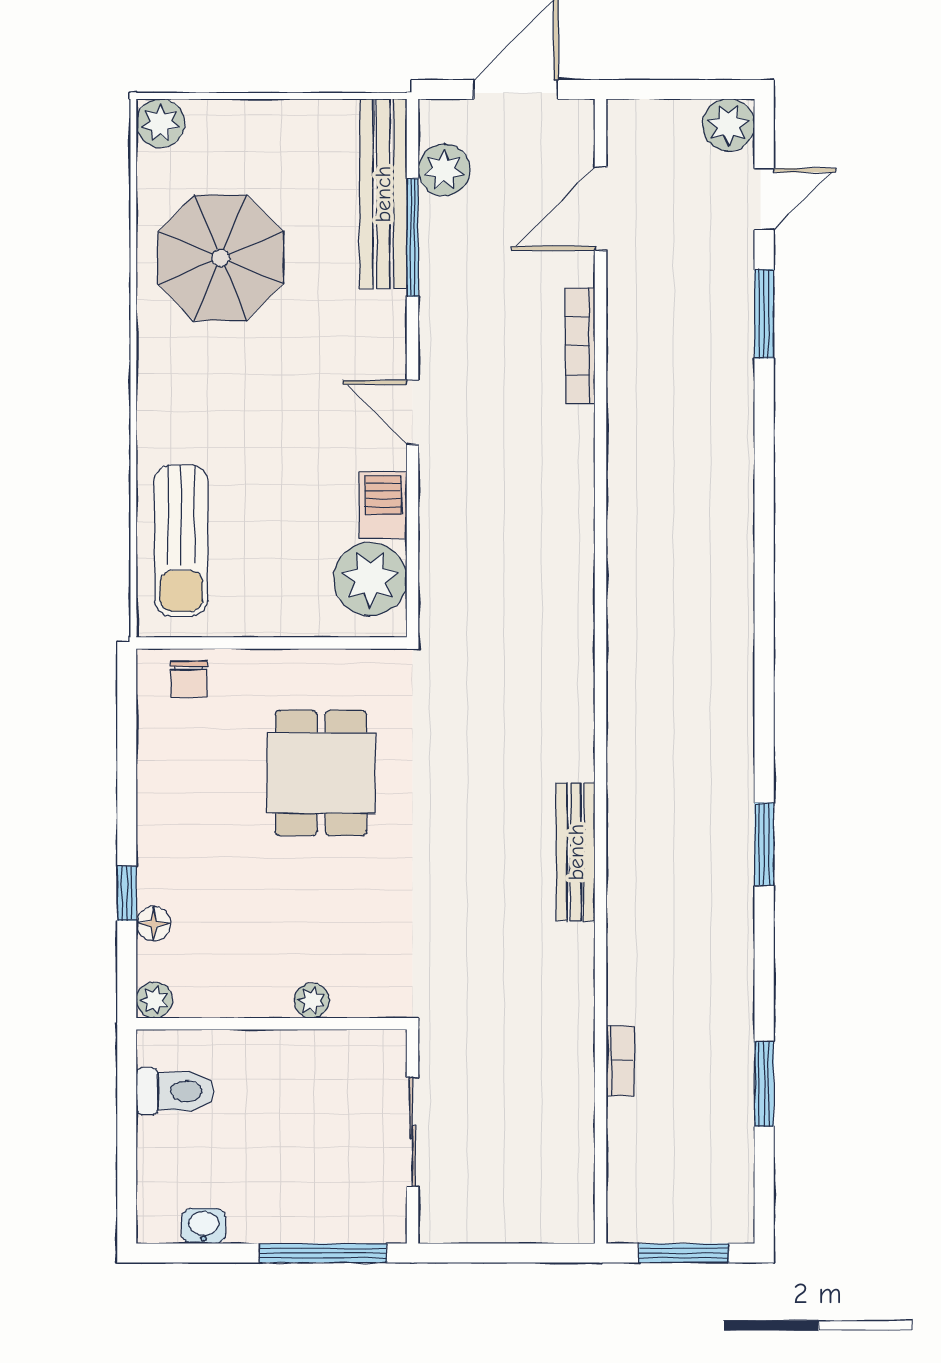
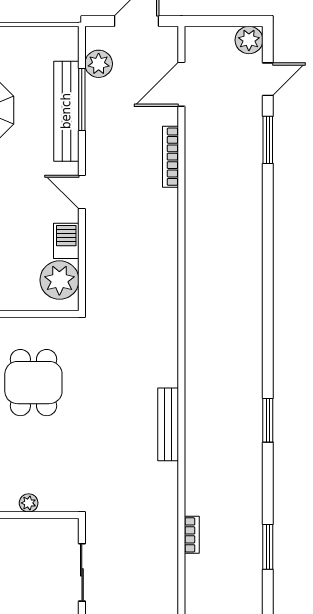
bench: (383, 194) -> (66, 111), moved

